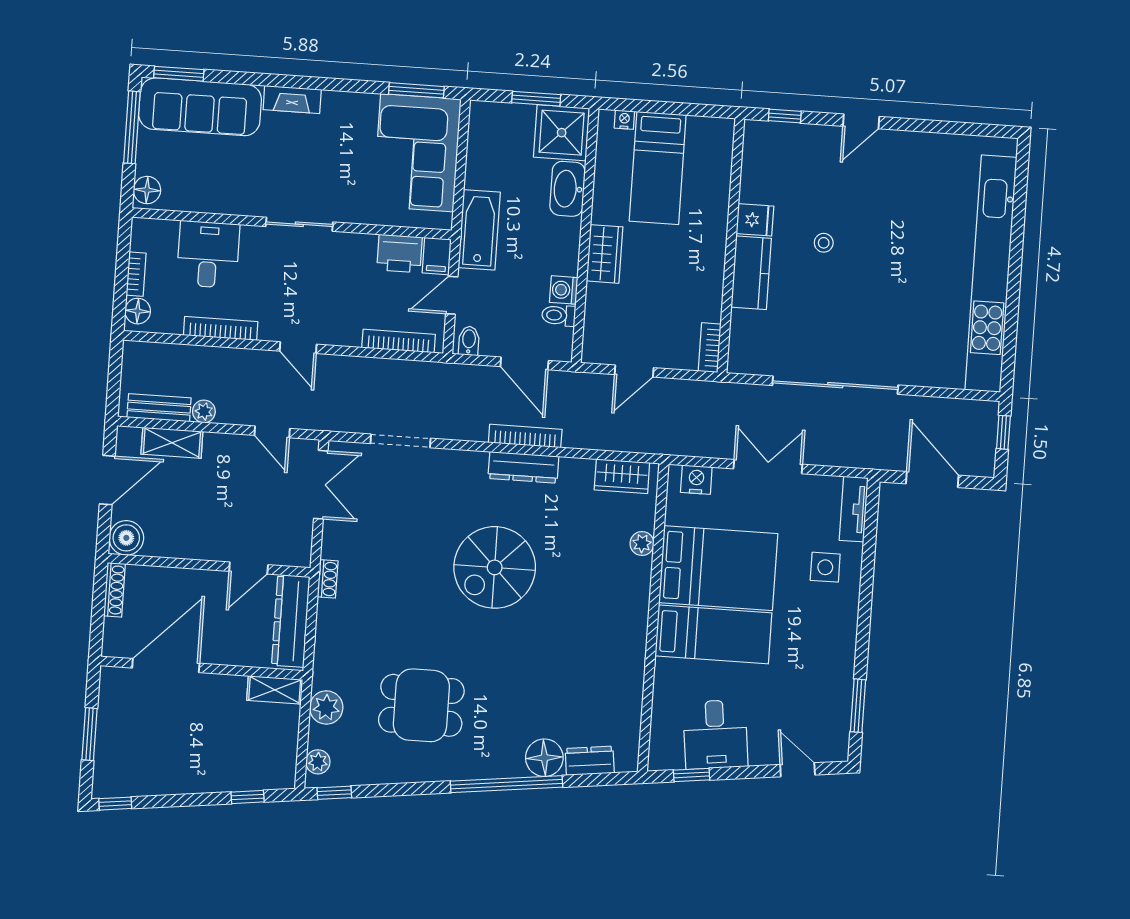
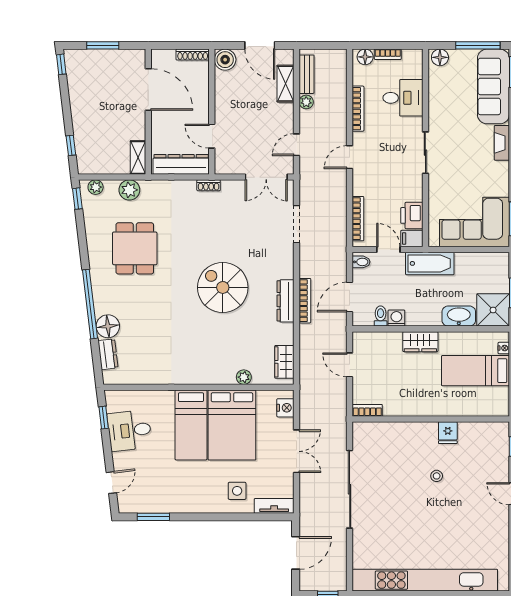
kitchen counter: (751, 273) -> (415, 433), removed

